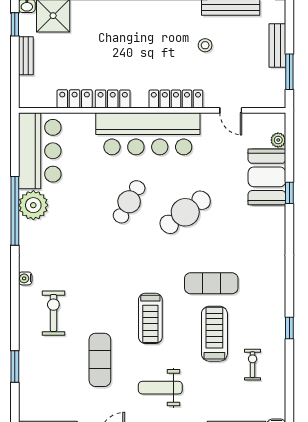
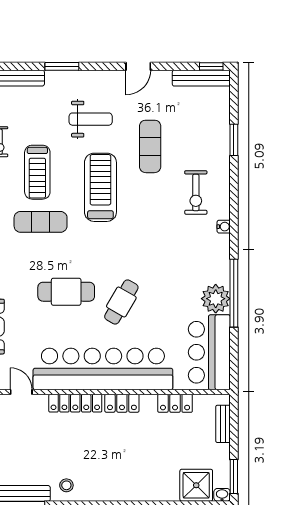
window: (15, 24) -> (234, 477), width x1.50
stool: (205, 45) -> (66, 485), moved
bench: (26, 56) -> (223, 424), moved
locker: (113, 99) -> (122, 403), moved
bar counter: (148, 134) -> (103, 369), width x1.36
cafe table: (185, 212) -> (66, 292), turned 37
treadmill: (150, 318) -> (100, 187), width x1.37, depth x1.38

